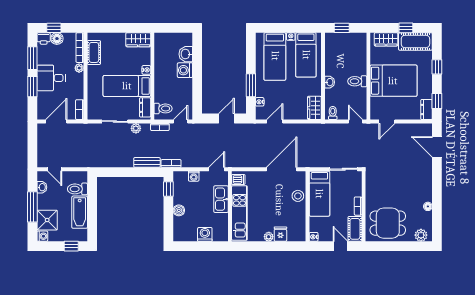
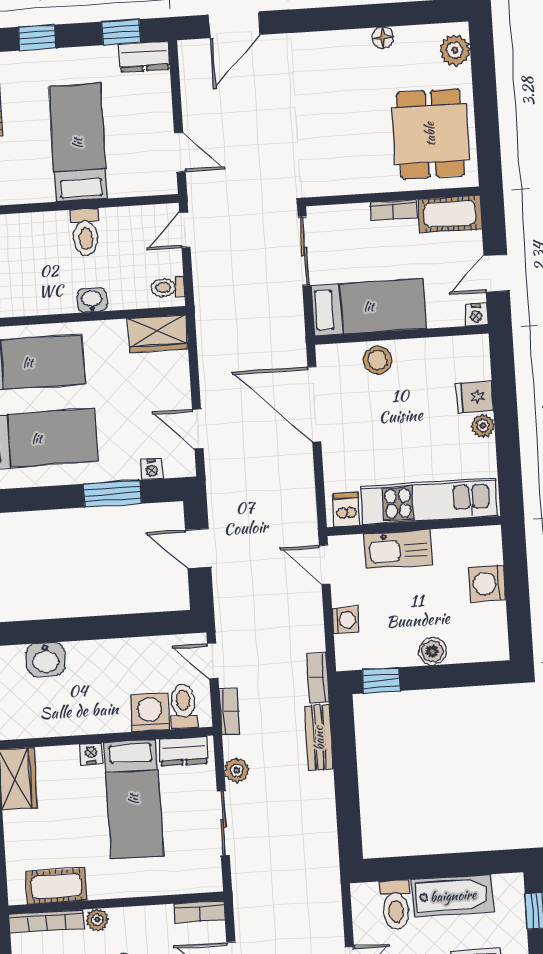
washing machine: (185, 70) -> (150, 712), moved, turned 180
bed: (393, 81) -> (78, 143), width x0.67
door: (340, 246) -> (497, 273), moved

